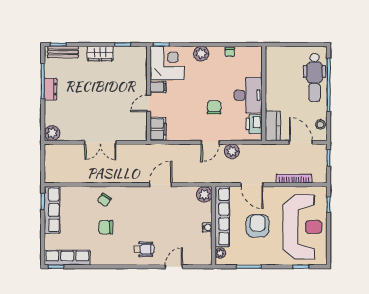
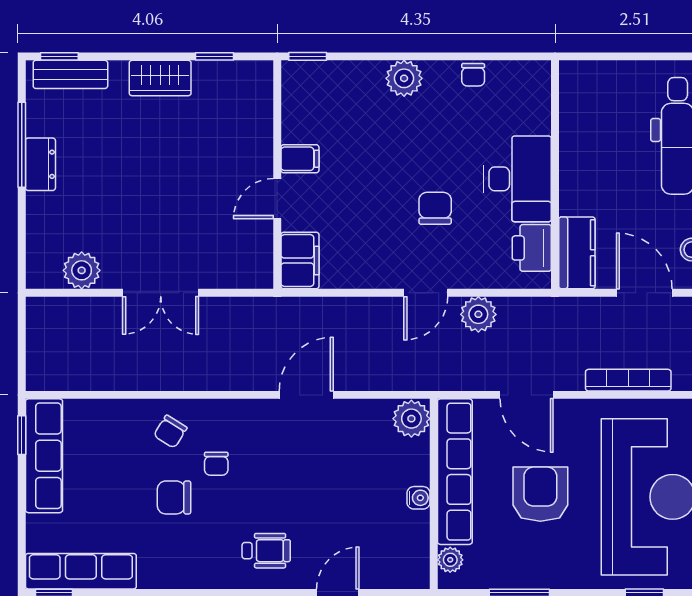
corner desk: (167, 63) -> (322, 101), removed
plant: (52, 133) -> (82, 270), moved
chair: (123, 213) -> (216, 464), added

